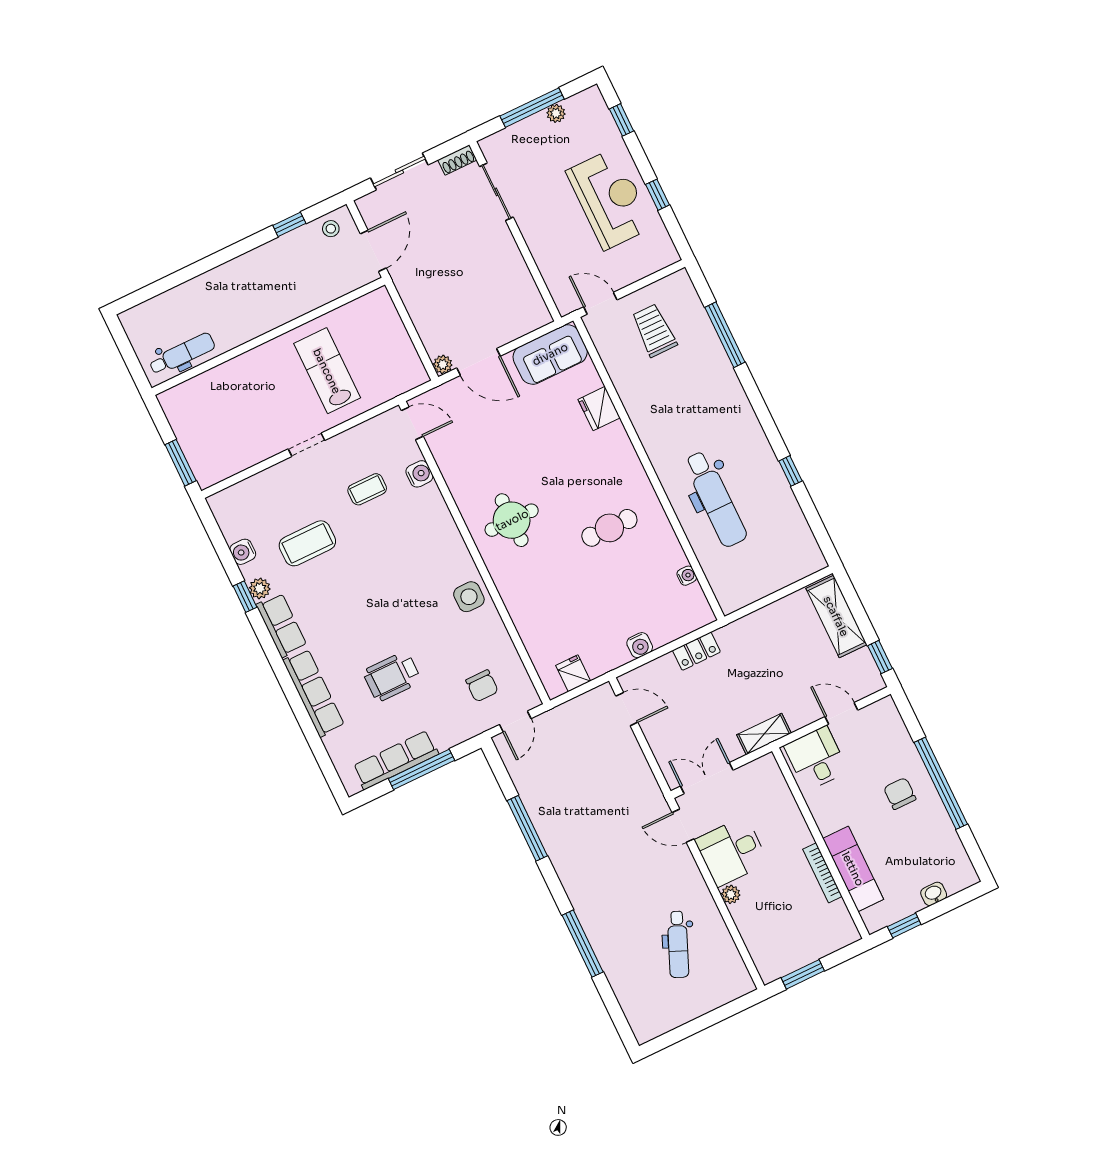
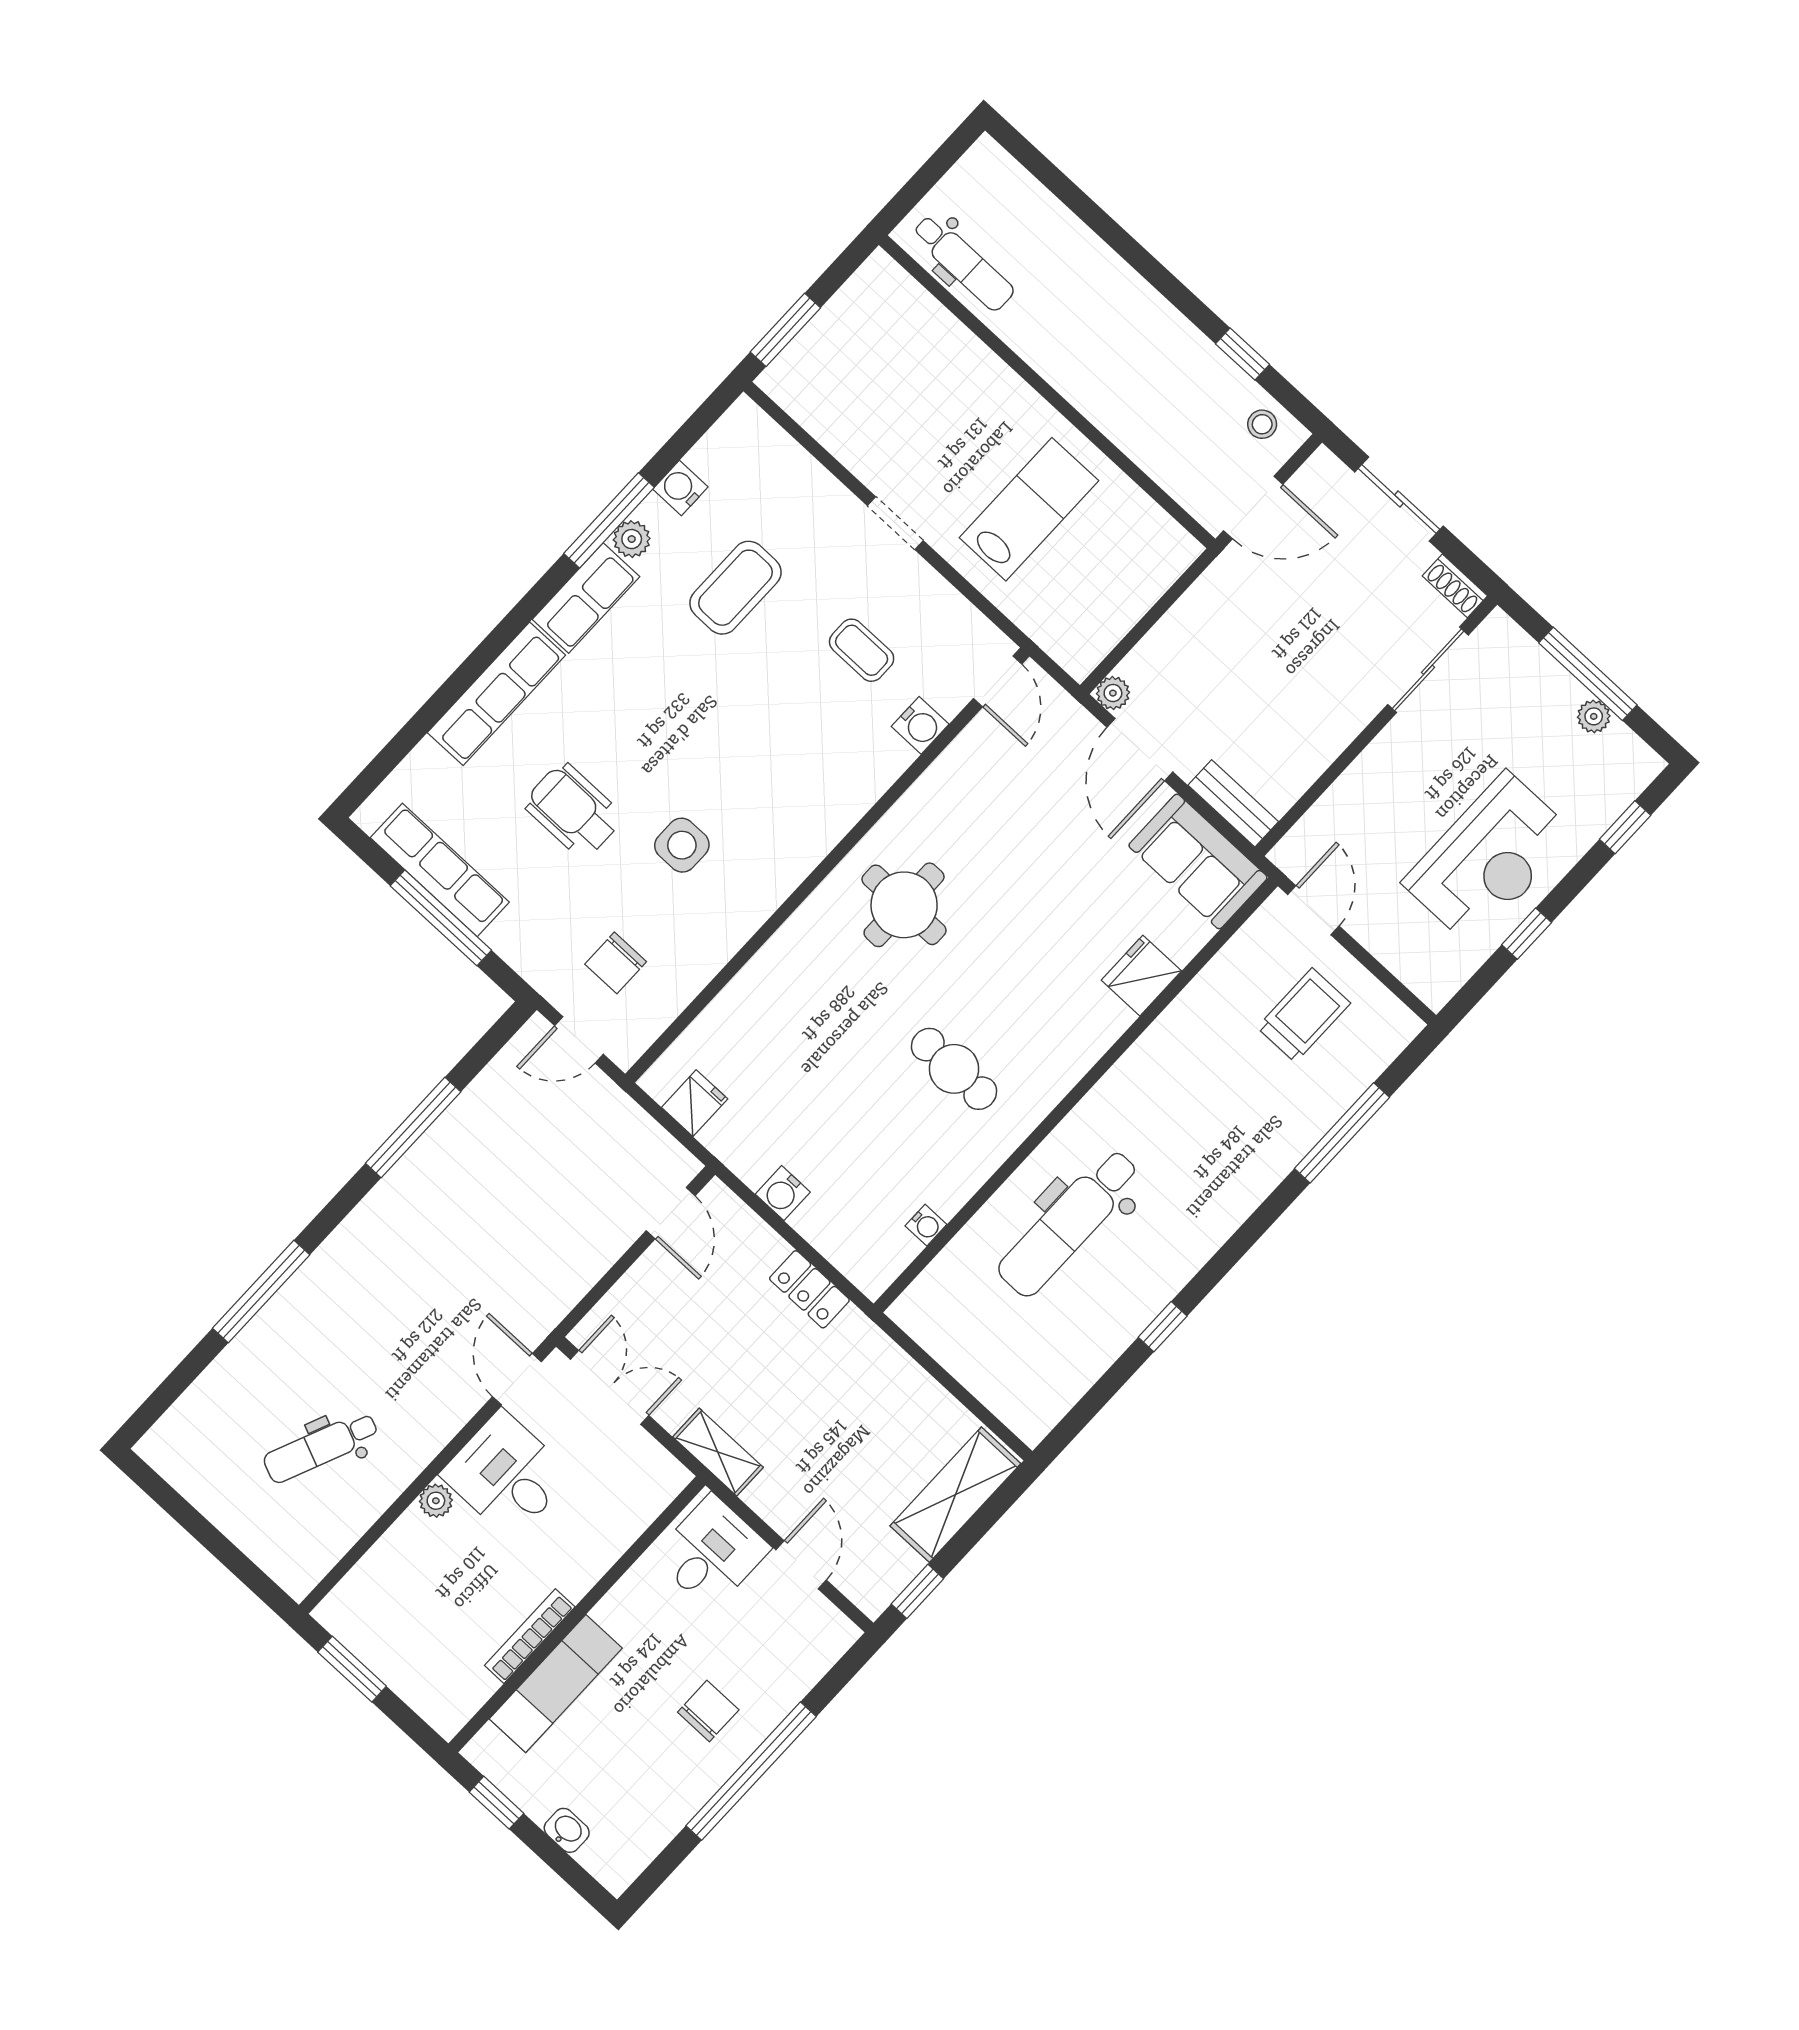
bench: (527, 324) -> (1233, 803), added
coffee table: (307, 543) -> (735, 588), turned 90
window: (245, 597) -> (609, 520), width x2.17
side table: (469, 597) -> (682, 845), moved

